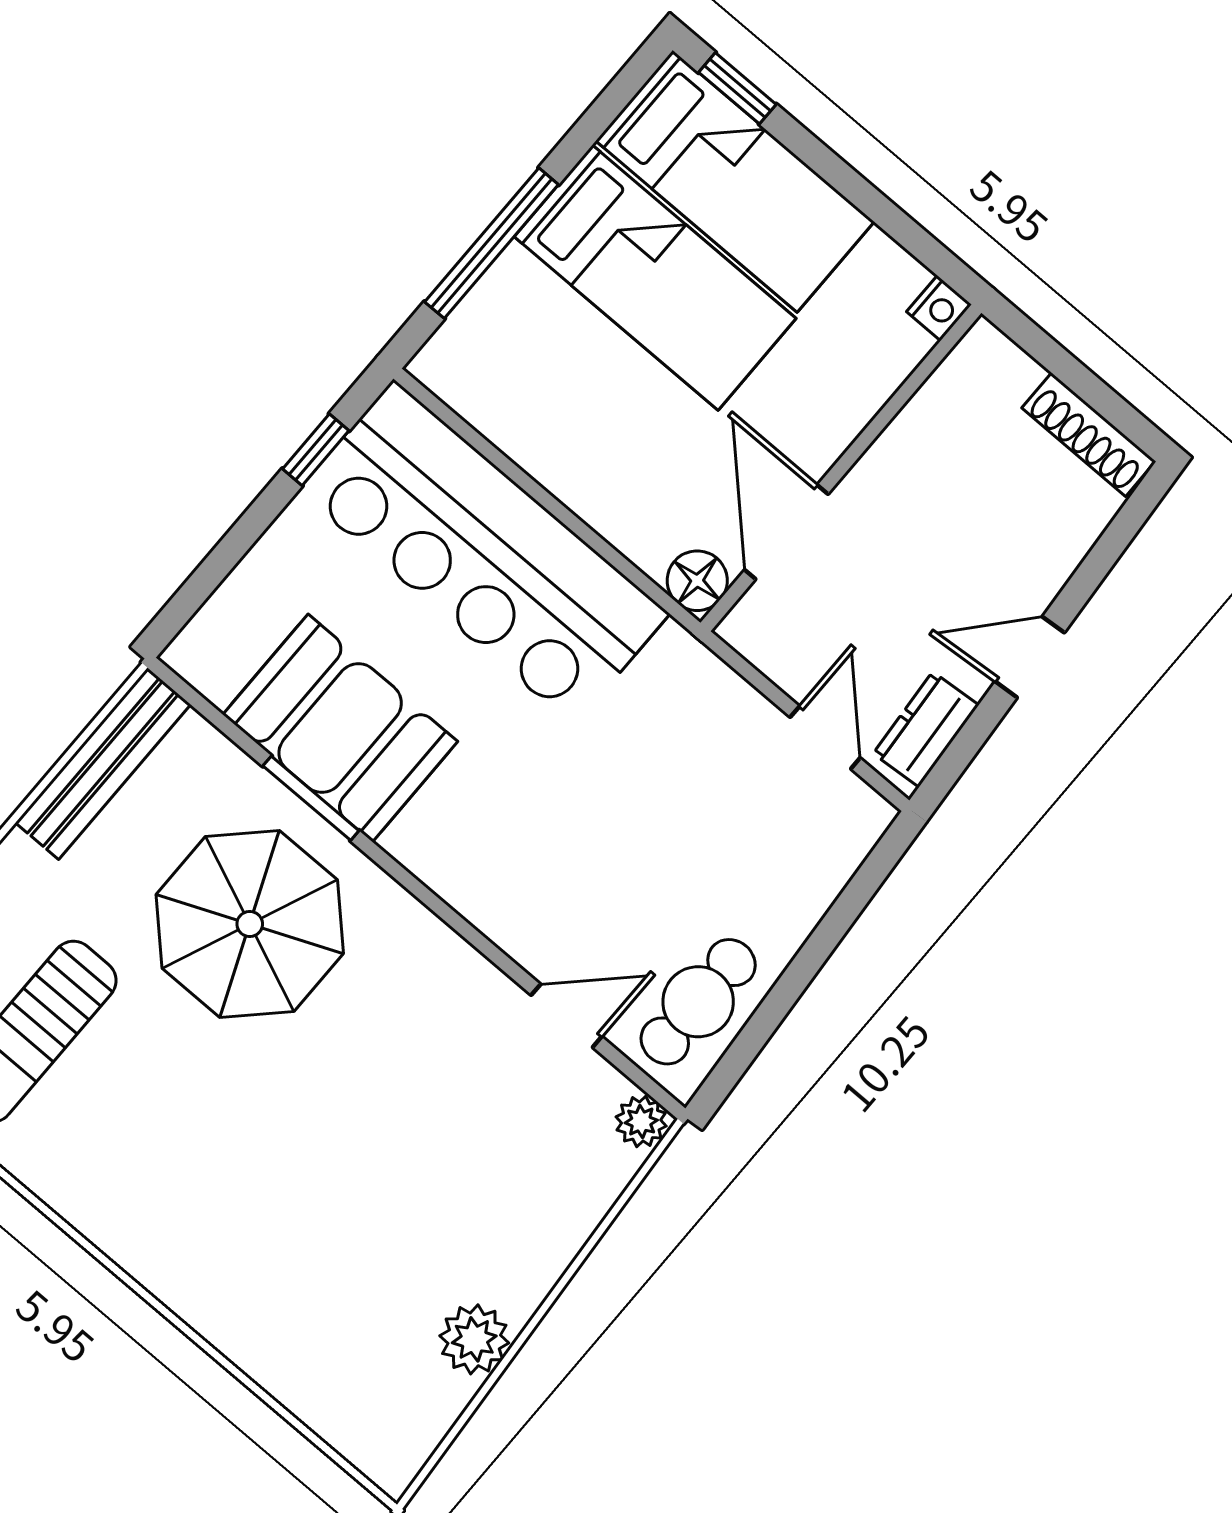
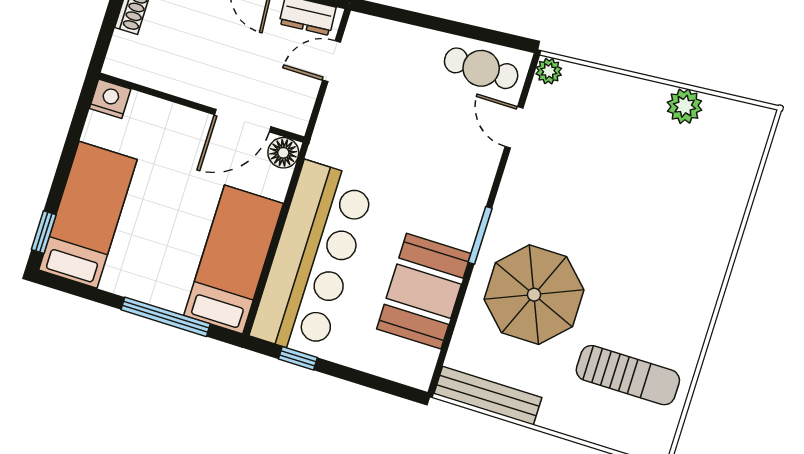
bed: (655, 278) -> (234, 260), moved
nightstand: (939, 308) -> (110, 99), width x1.39, depth x1.35
window: (311, 798) -> (480, 235), moved

